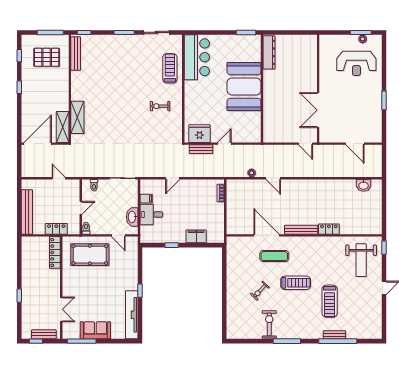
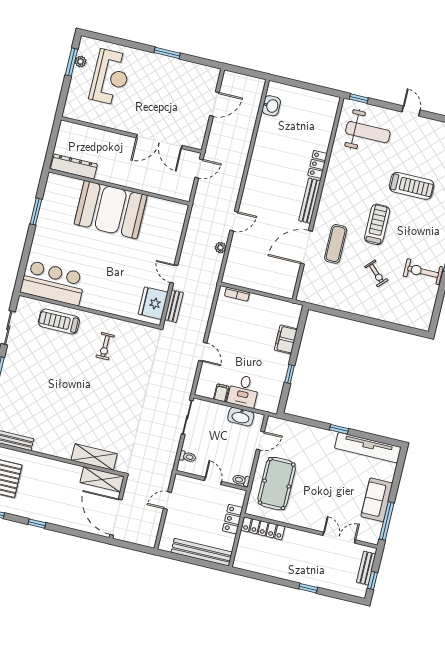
dresser: (269, 52) -> (74, 166), moved
booth: (244, 87) -> (111, 210), moved
wall: (262, 89) -> (119, 187), moved

